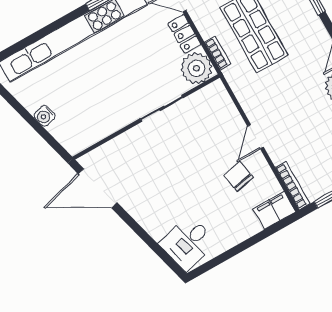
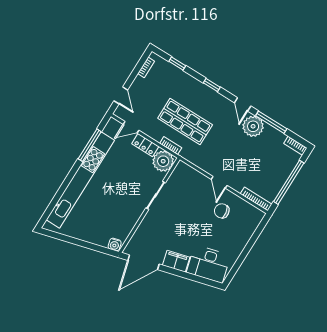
water cooler: (45, 116) -> (115, 245), moved
filing cabinet: (274, 210) -> (176, 261), moved, turned 75
desk: (188, 243) -> (208, 264), width x1.37

